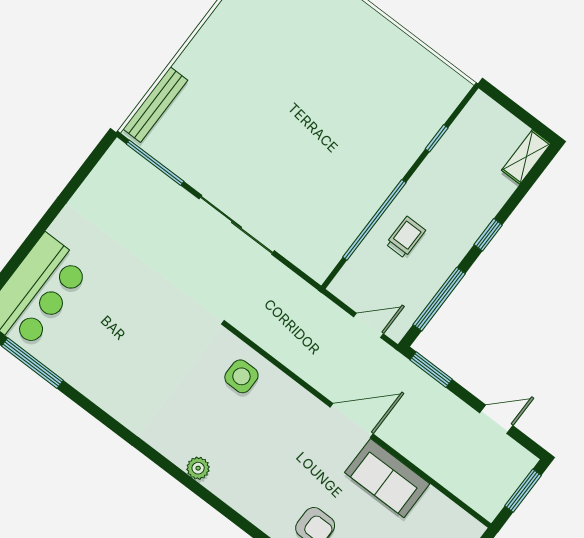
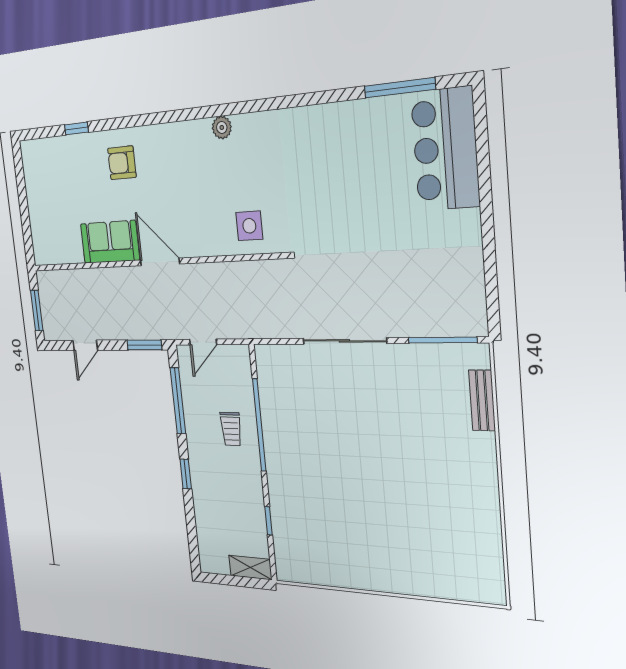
bench: (155, 105) -> (482, 400), width x0.73
shelving: (526, 157) -> (250, 567), moved, turned 90
door: (352, 420) -> (160, 262), swing flipped

